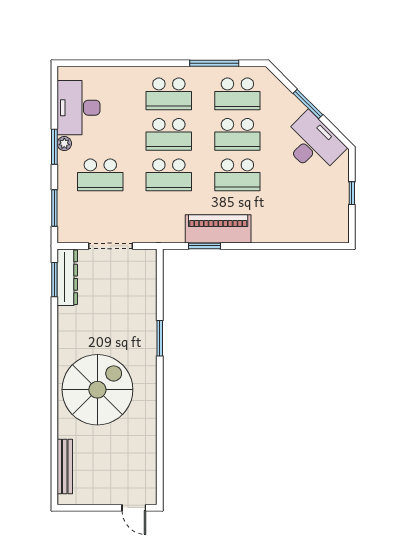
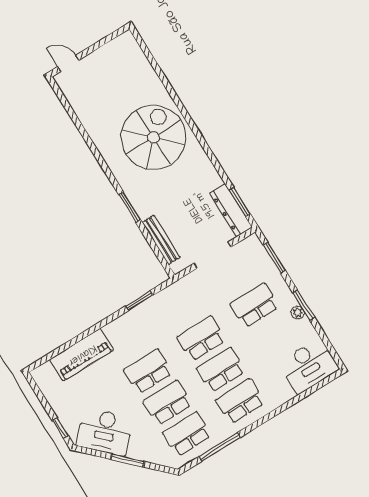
desk: (79, 108) -> (309, 366), moved, turned 90
window: (352, 193) -> (60, 428), moved
piano: (218, 229) -> (82, 355), moved
spiral stairs: (97, 390) -> (153, 137), turned 180
bench: (65, 467) -> (161, 240), moved

